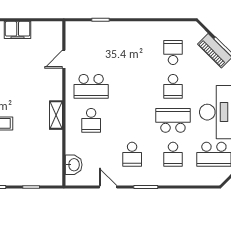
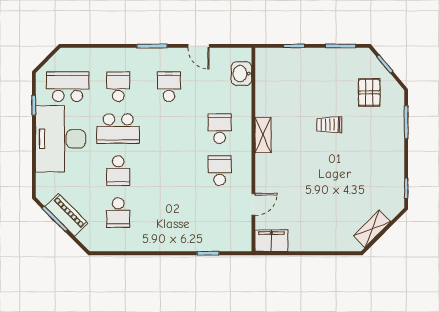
filing cabinet: (18, 30) -> (271, 241), moved
school desk: (91, 86) -> (220, 171), width x0.54
school desk: (173, 86) -> (118, 171), turned 180

